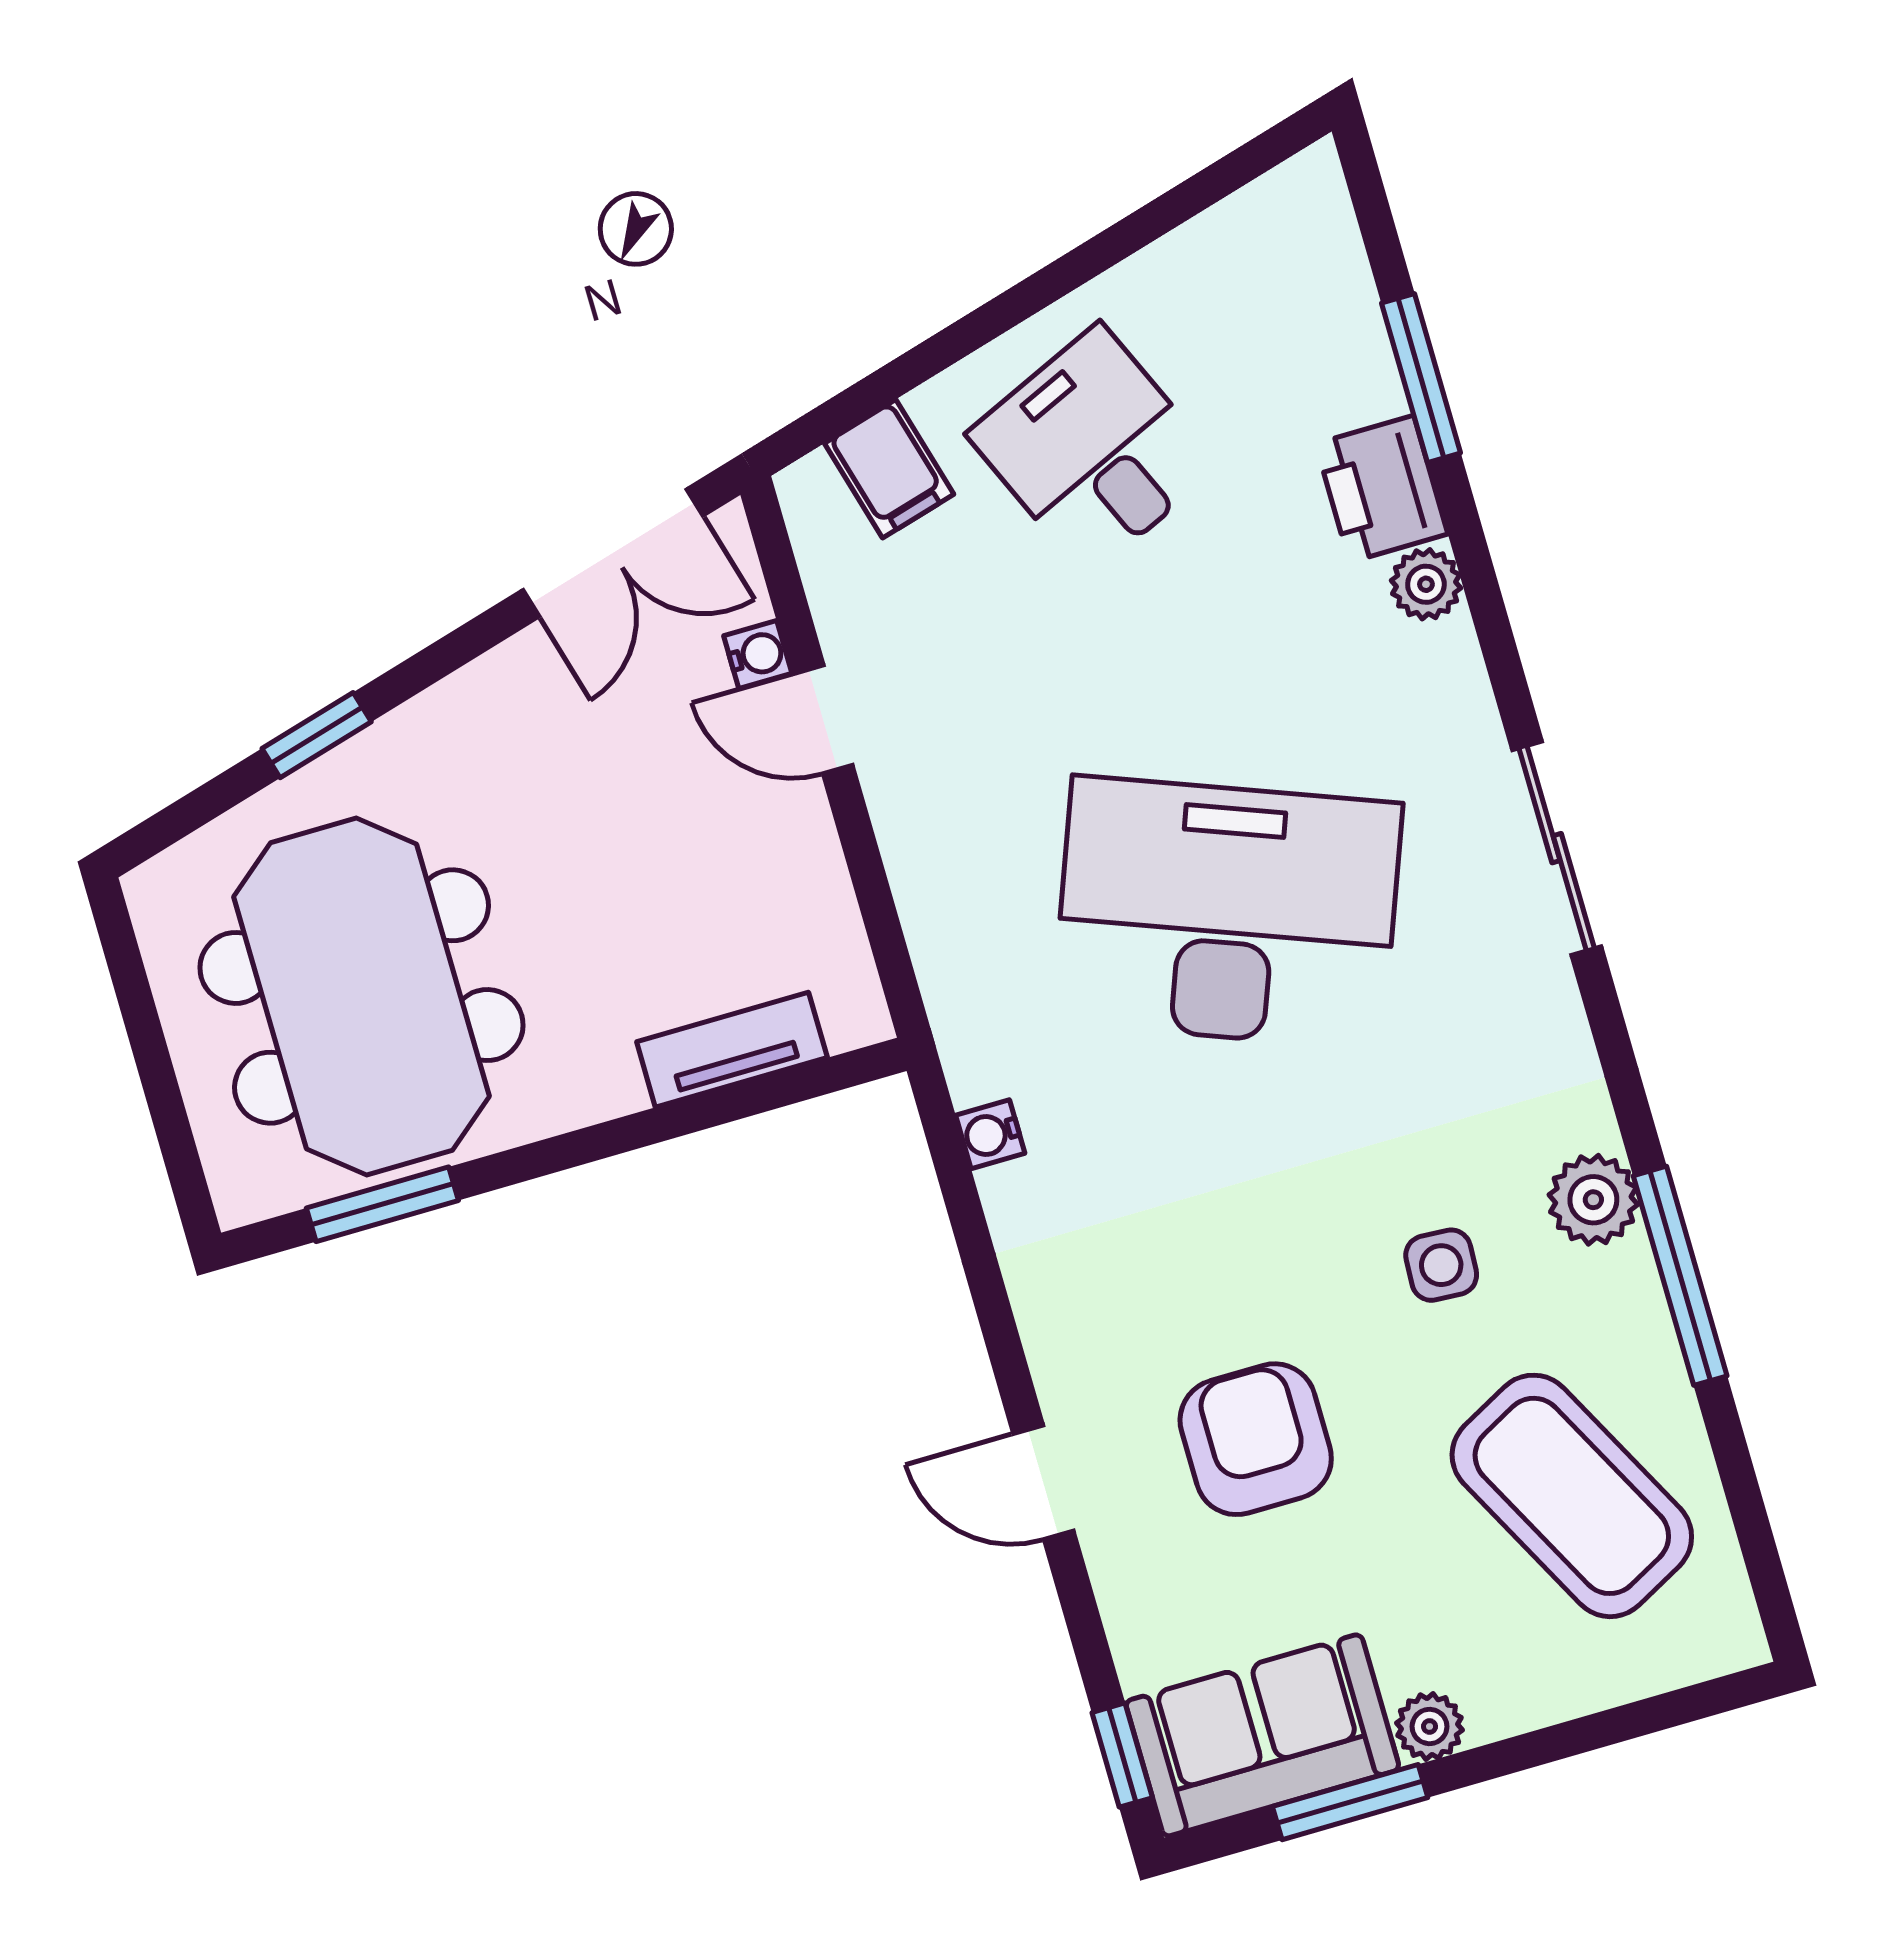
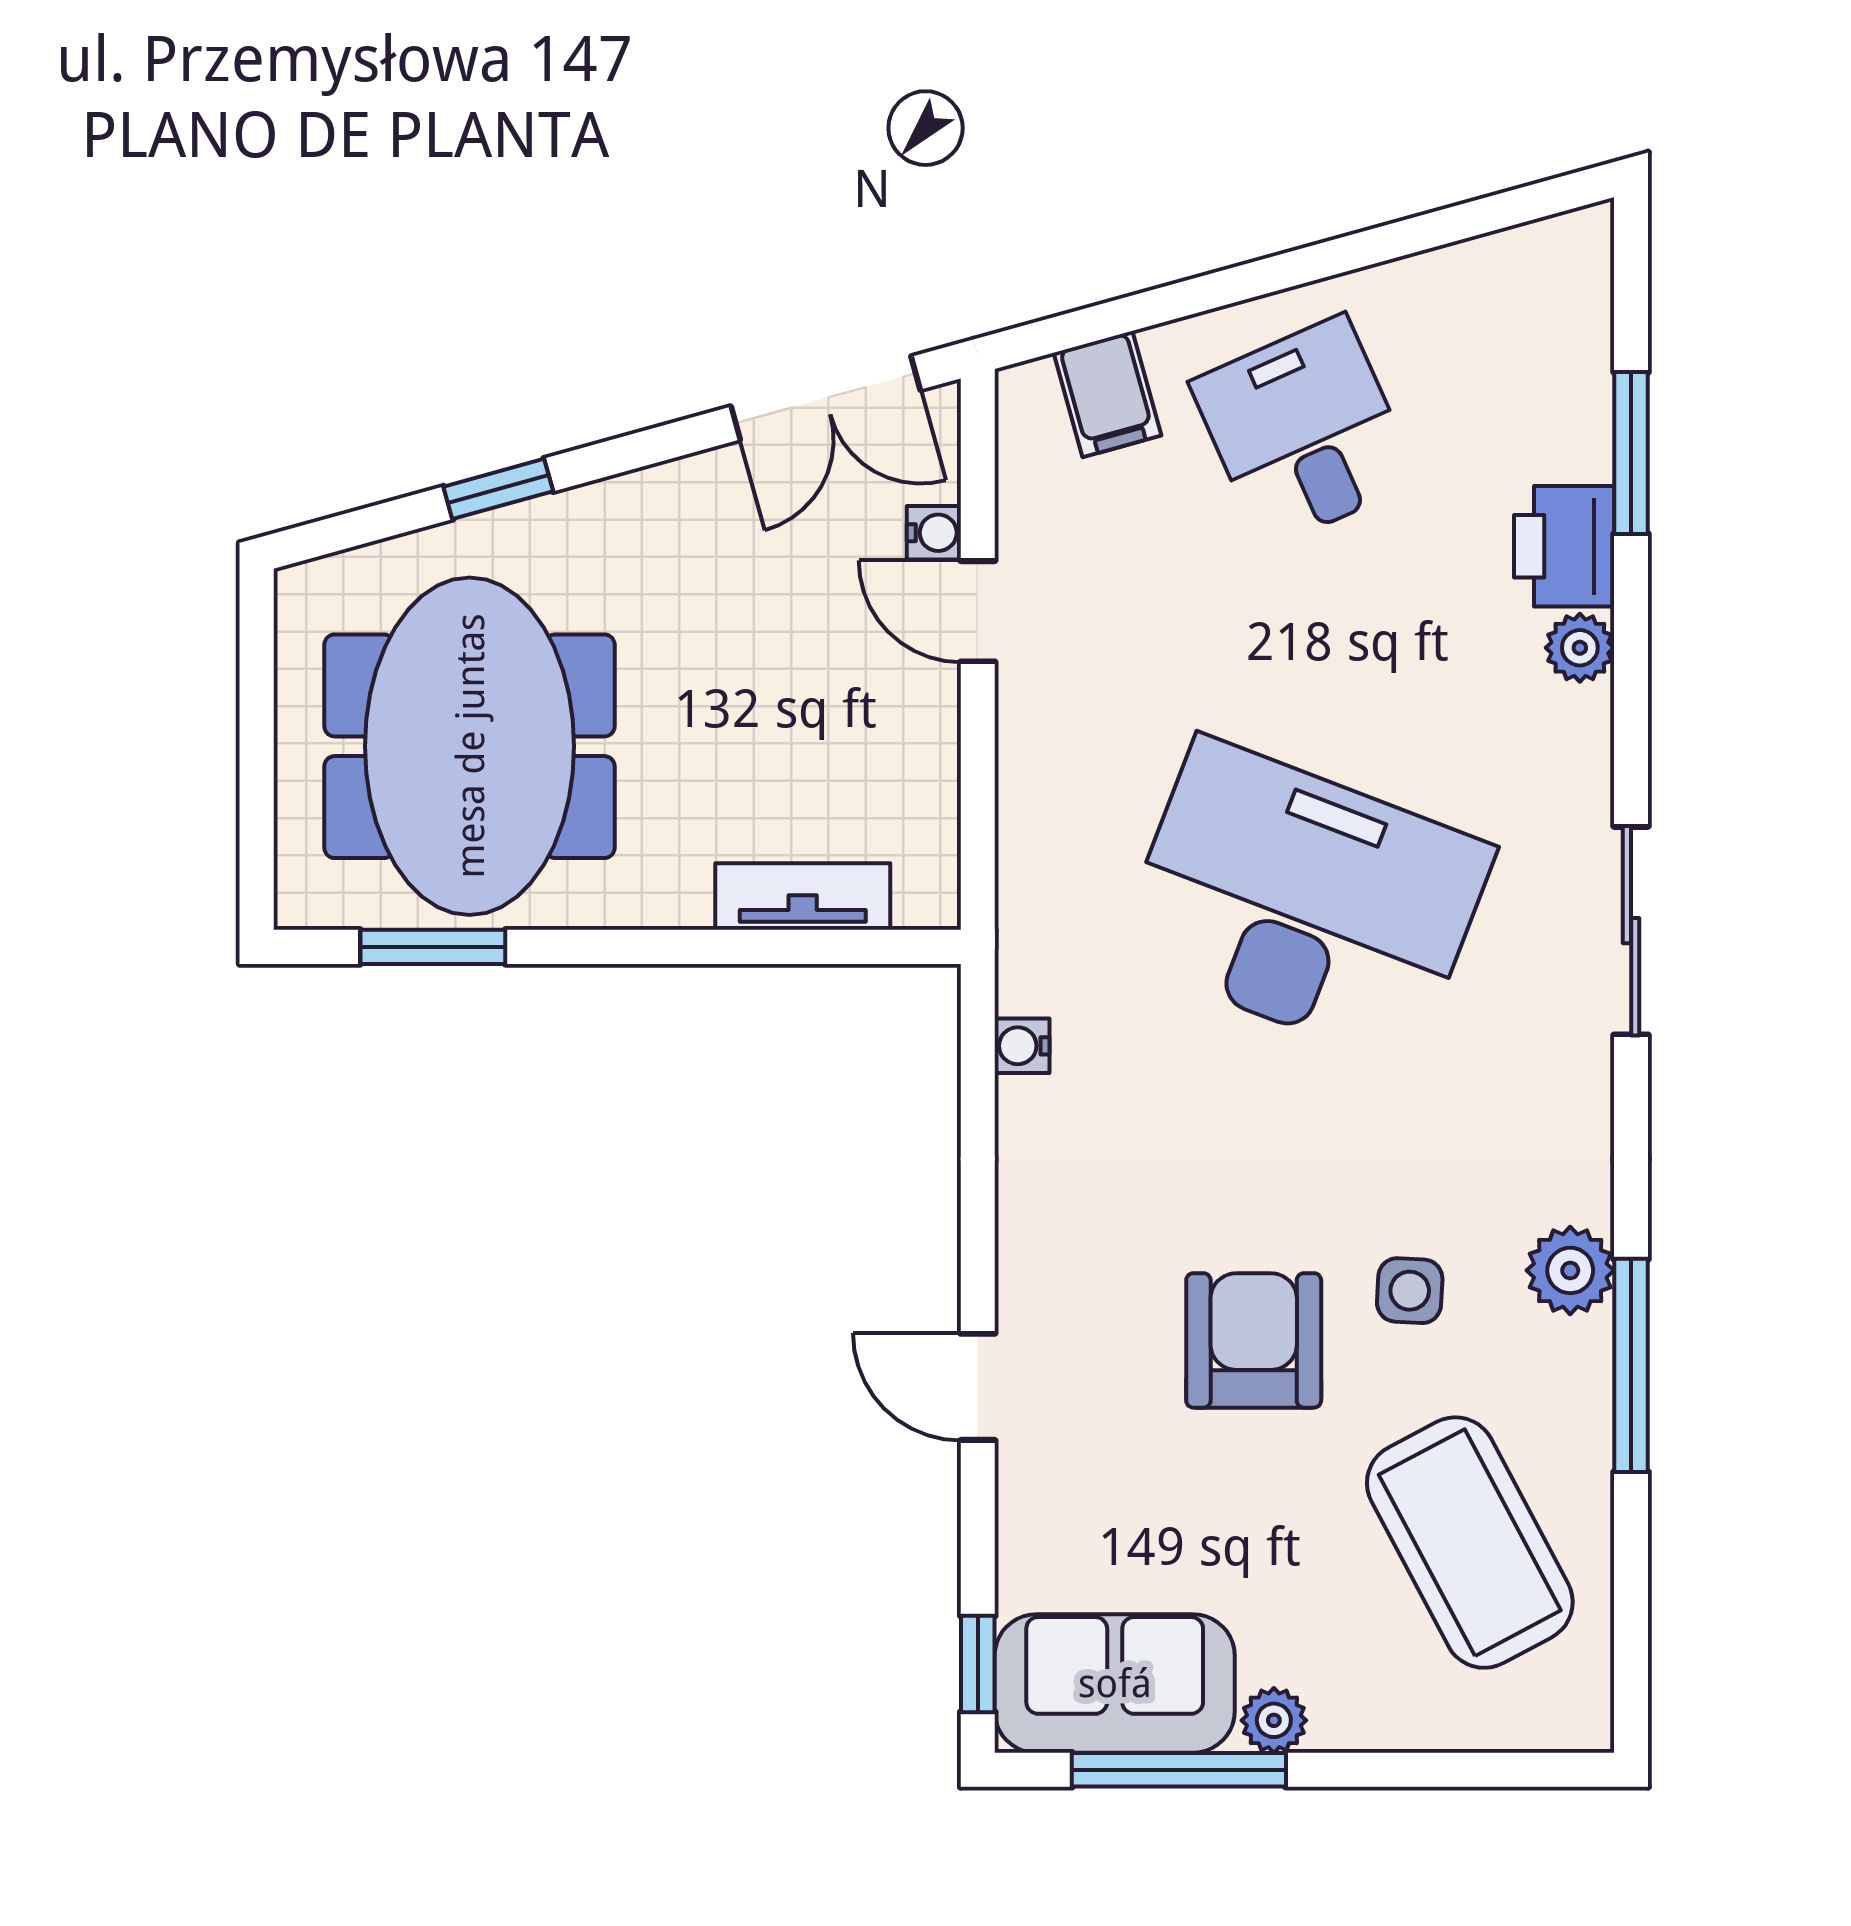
armchair: (1256, 1439) -> (1254, 1340), moved
window: (1350, 1802) -> (1179, 1770), width x1.44

